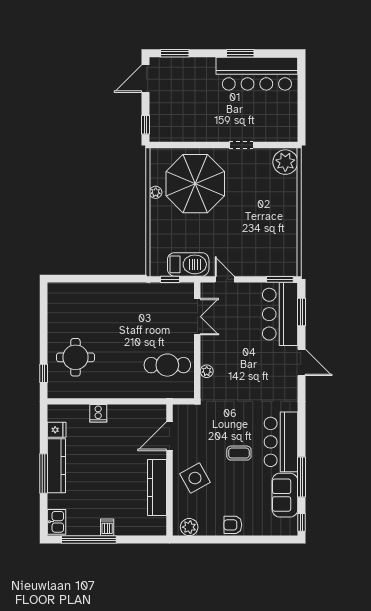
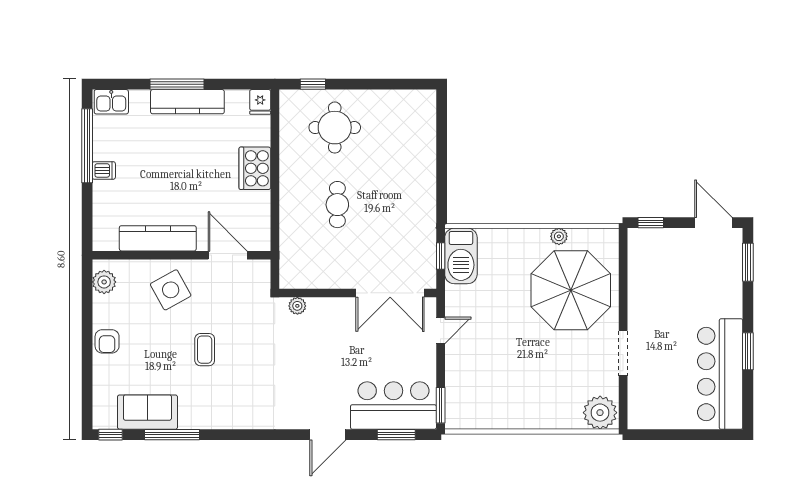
doorway: (241, 145) -> (623, 353), width x1.38
barbecue: (188, 264) -> (461, 256), moved
double door: (197, 317) -> (390, 293), width x1.37
cafe table: (167, 365) -> (337, 205), moved, width x0.73, depth x0.74
plant: (207, 371) -> (297, 306), moved
cooker: (98, 413) -> (255, 168), width x1.87, depth x1.31
fridge: (57, 430) -> (260, 102), moved
bar counter: (281, 442) -> (220, 407), removed
armchair: (233, 525) -> (107, 341), turned 180

